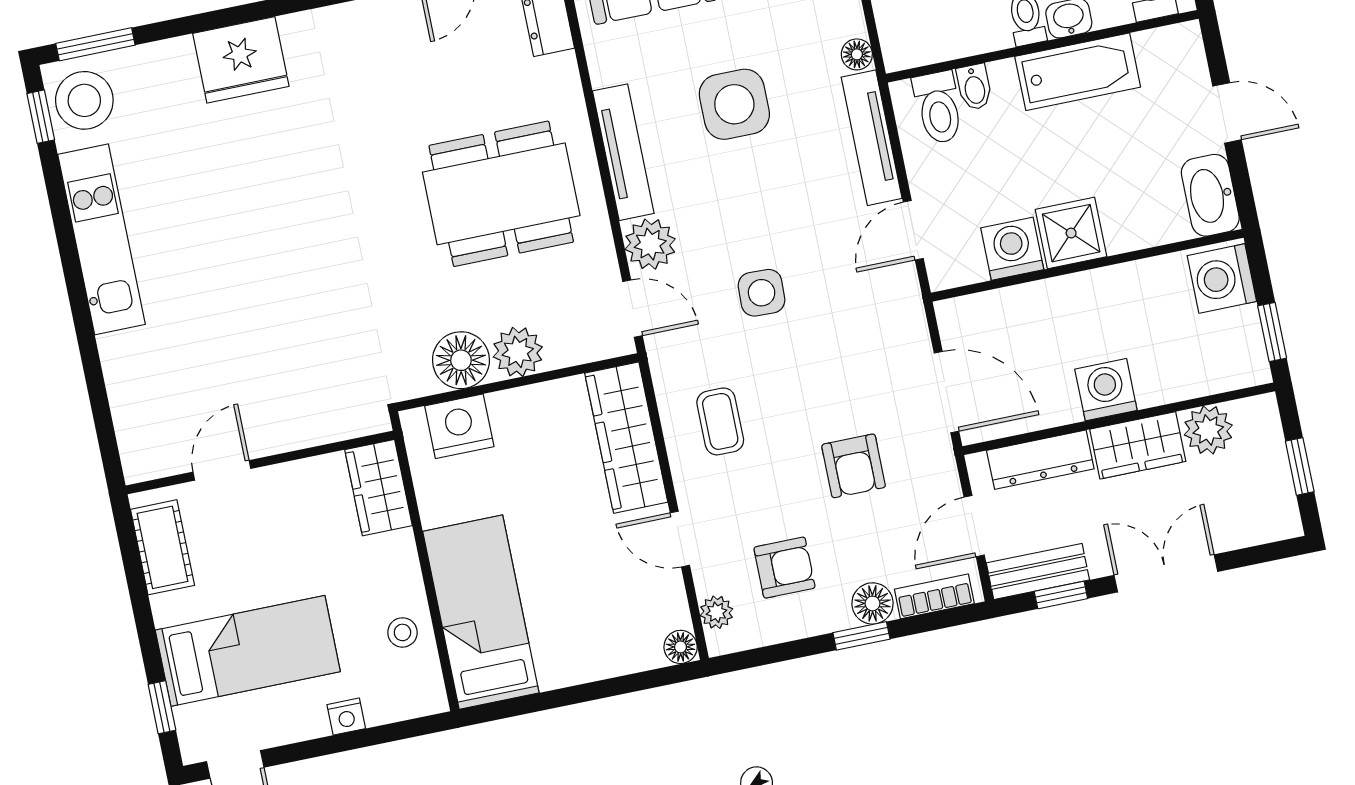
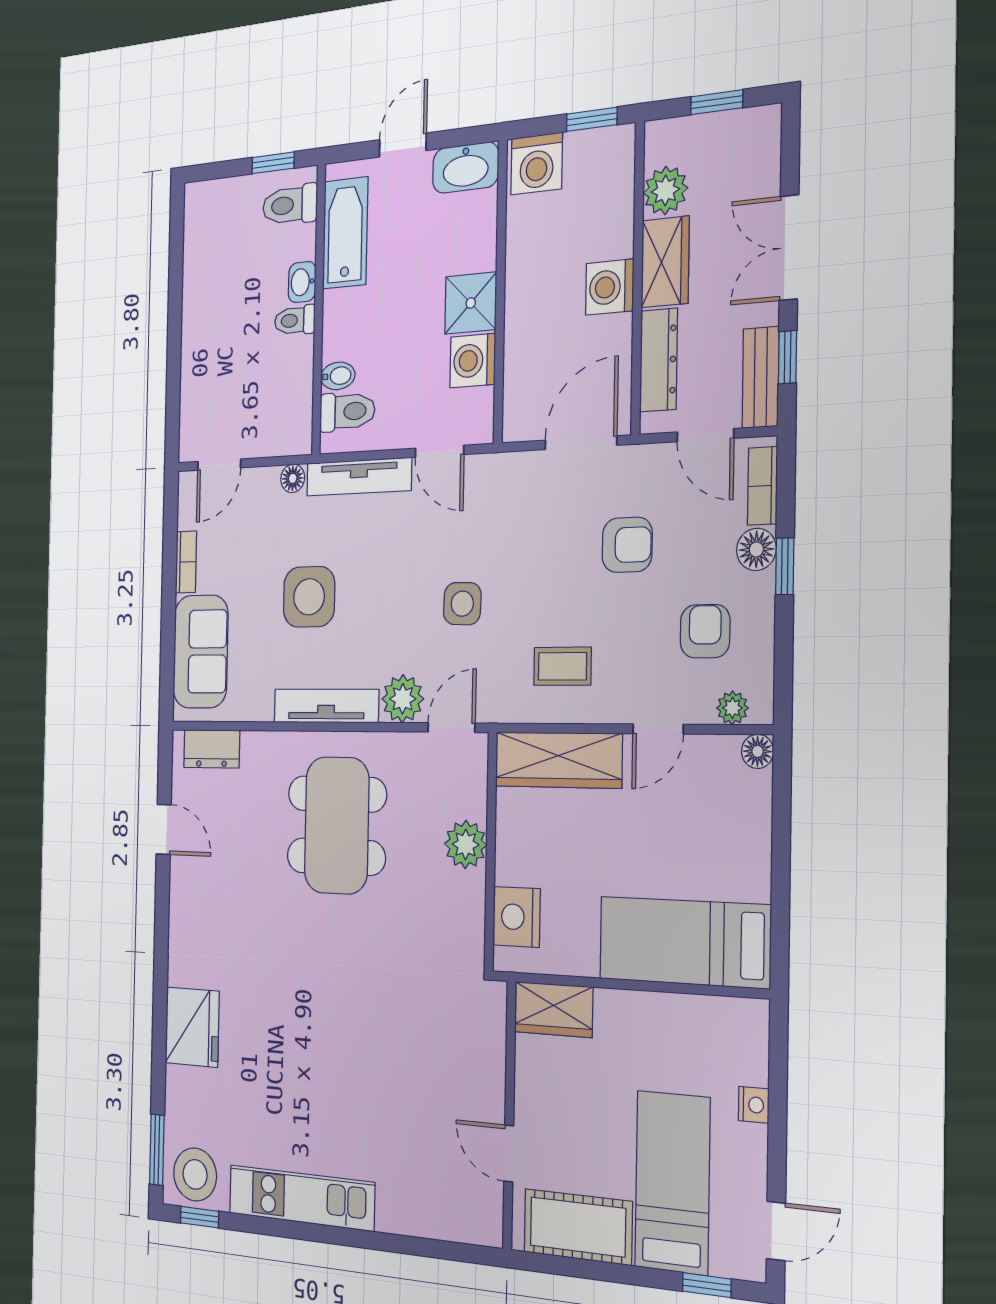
bathtub: (1078, 72) -> (345, 233), moved
floor lamp: (461, 360) -> (462, 900), removed
cot: (162, 547) -> (578, 1227), width x1.37, depth x1.34
stool: (402, 632) -> (687, 1025), removed

